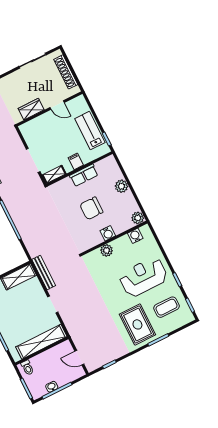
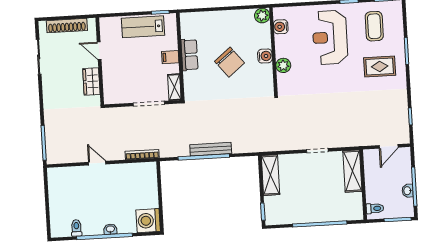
door: (57, 105) -> (99, 51), swing flipped
plant: (121, 186) -> (219, 18), removed
chair: (91, 208) -> (230, 62), turned -39
bench: (44, 273) -> (211, 149), moved
rug: (137, 324) -> (380, 66), width x0.73, depth x0.70
shelving: (41, 342) -> (352, 171), width x0.68

